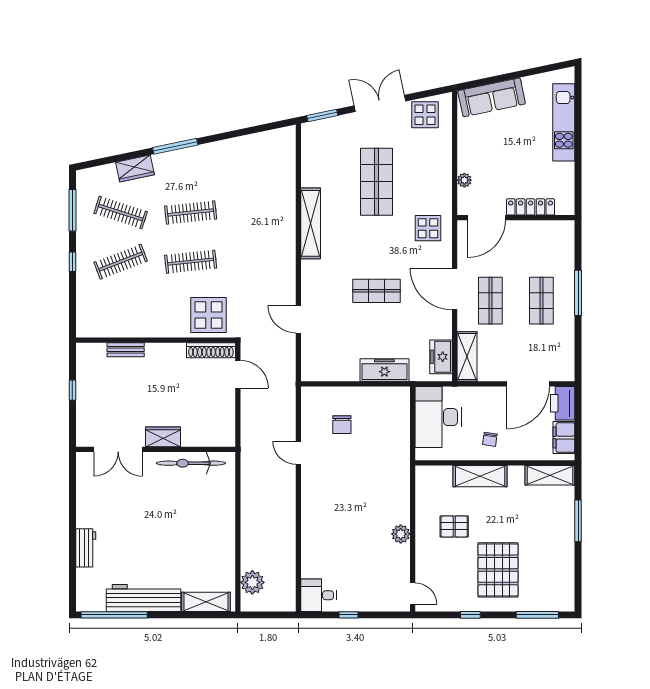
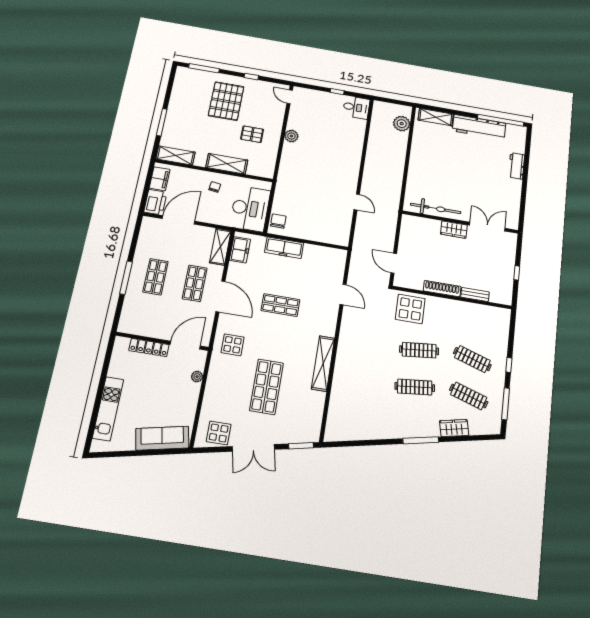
clothes rail: (121, 262) -> (472, 359), turned 39
shoe rack: (211, 350) -> (442, 289), moved
chair: (342, 425) -> (278, 221), moved

